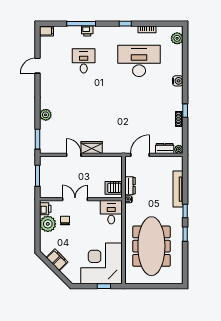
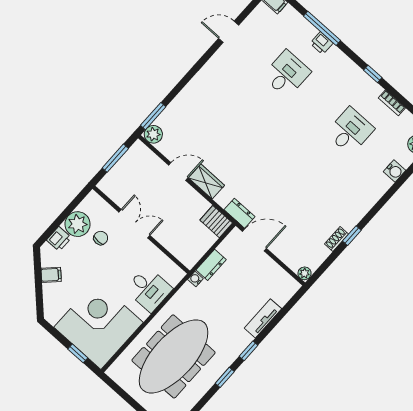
desk: (139, 61) -> (350, 131), width x0.53, depth x0.77
water cooler: (178, 81) -> (395, 171), moved
plant: (46, 115) -> (153, 134), moved
dresser: (165, 148) -> (240, 213), moved
door: (74, 155) -> (178, 172), hinge flipped
server rack: (114, 188) -> (216, 222), moved
tv unit: (178, 189) -> (263, 318), width x0.71
printer: (45, 209) -> (59, 239), moved
desk: (111, 212) -> (149, 289), moved, turned 90
filing cabinet: (57, 260) -> (51, 275), width x0.50

